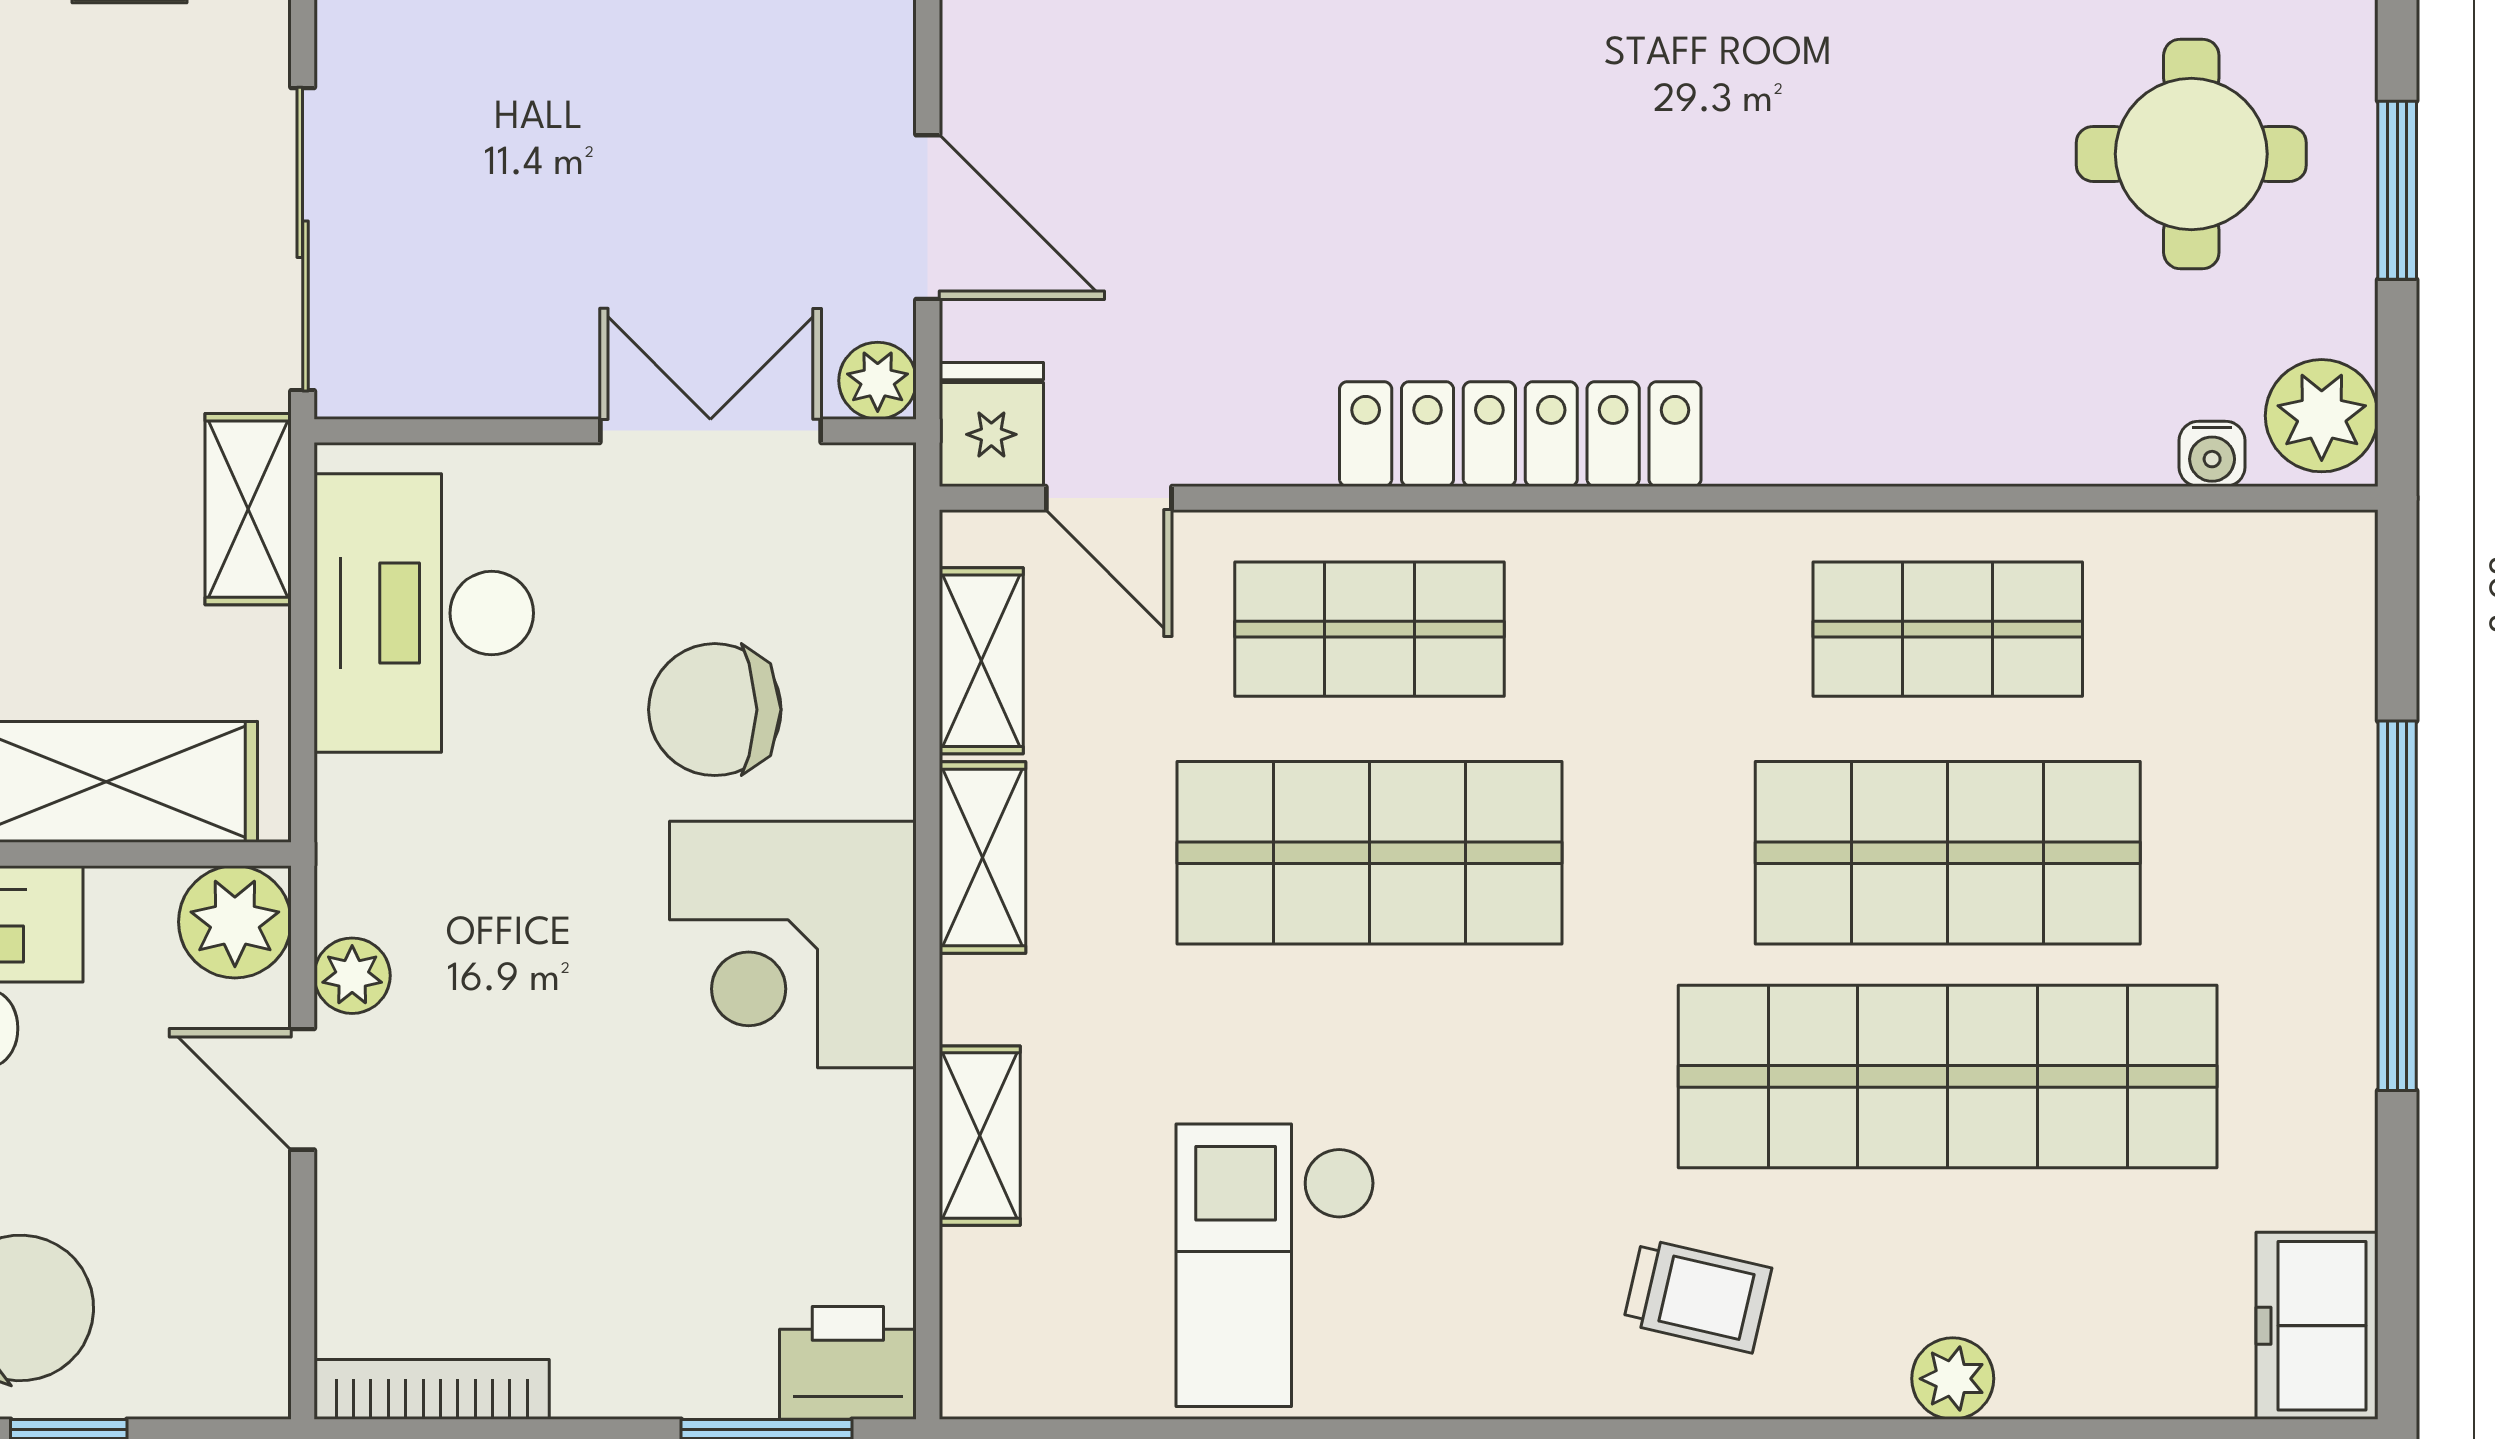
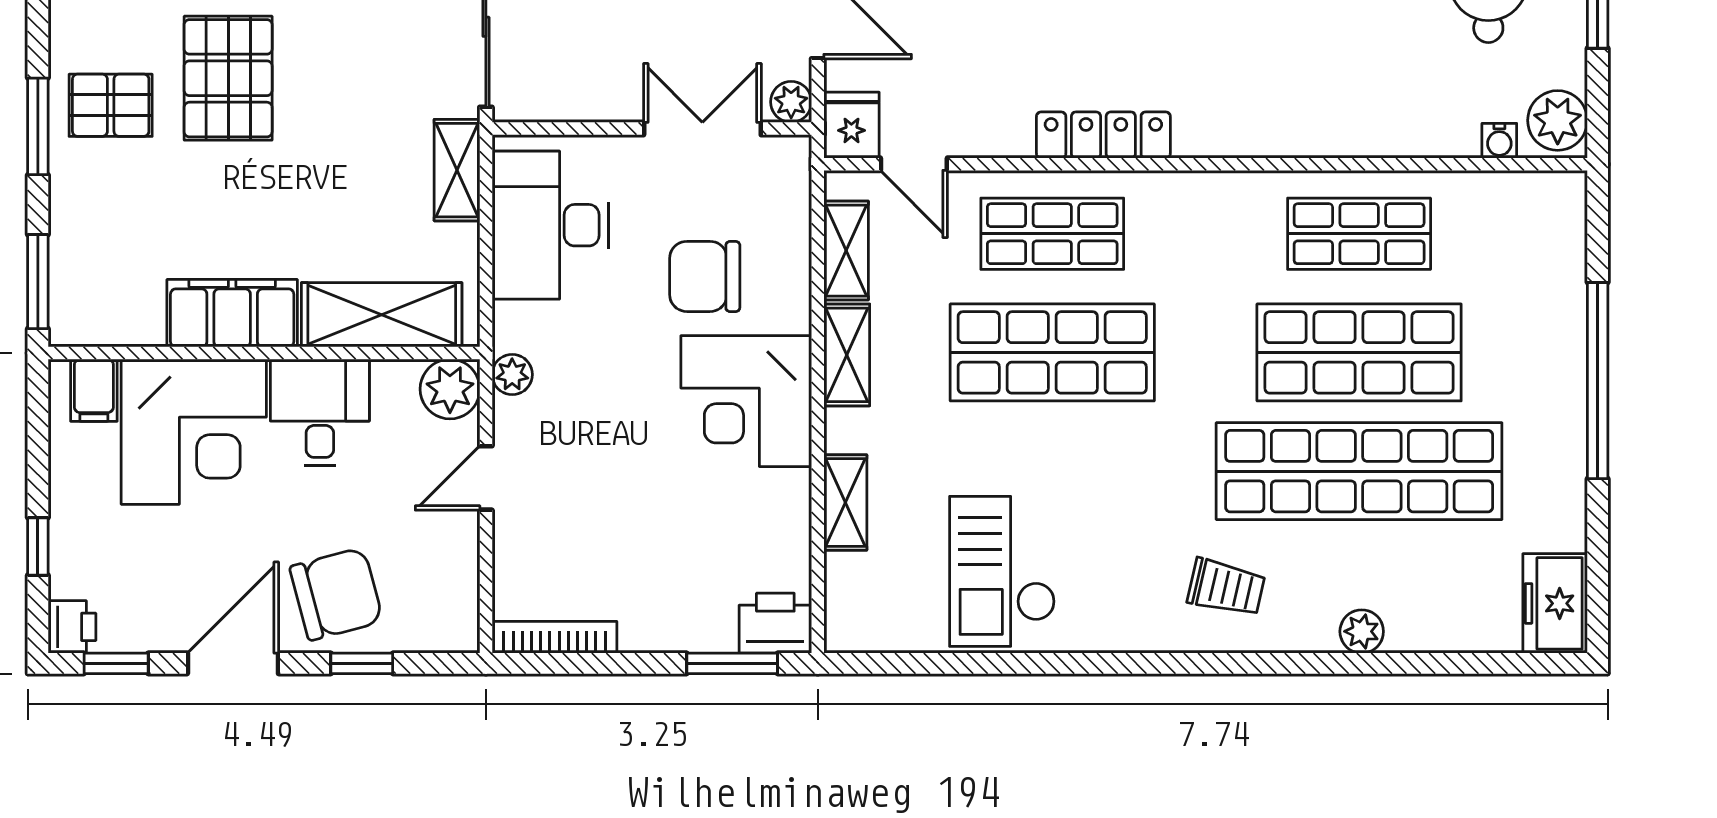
locker: (1520, 434) -> (1103, 135), width x0.71, depth x0.83
plant: (352, 976) -> (512, 374), moved
door: (303, 1089) -> (486, 478), hinge flipped

